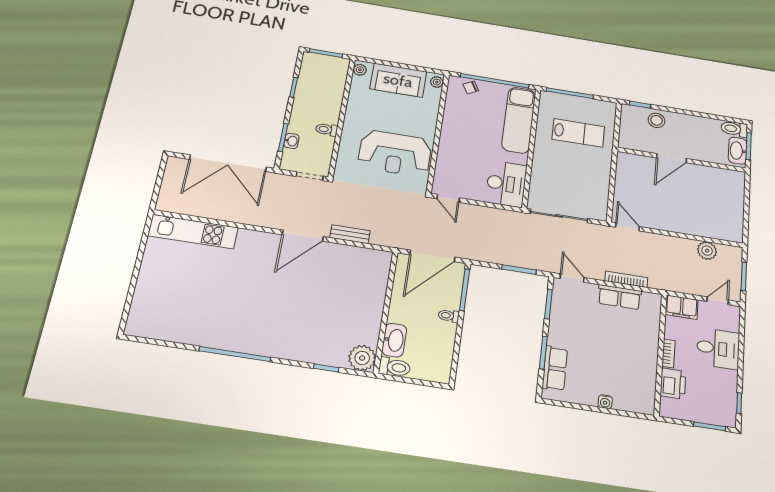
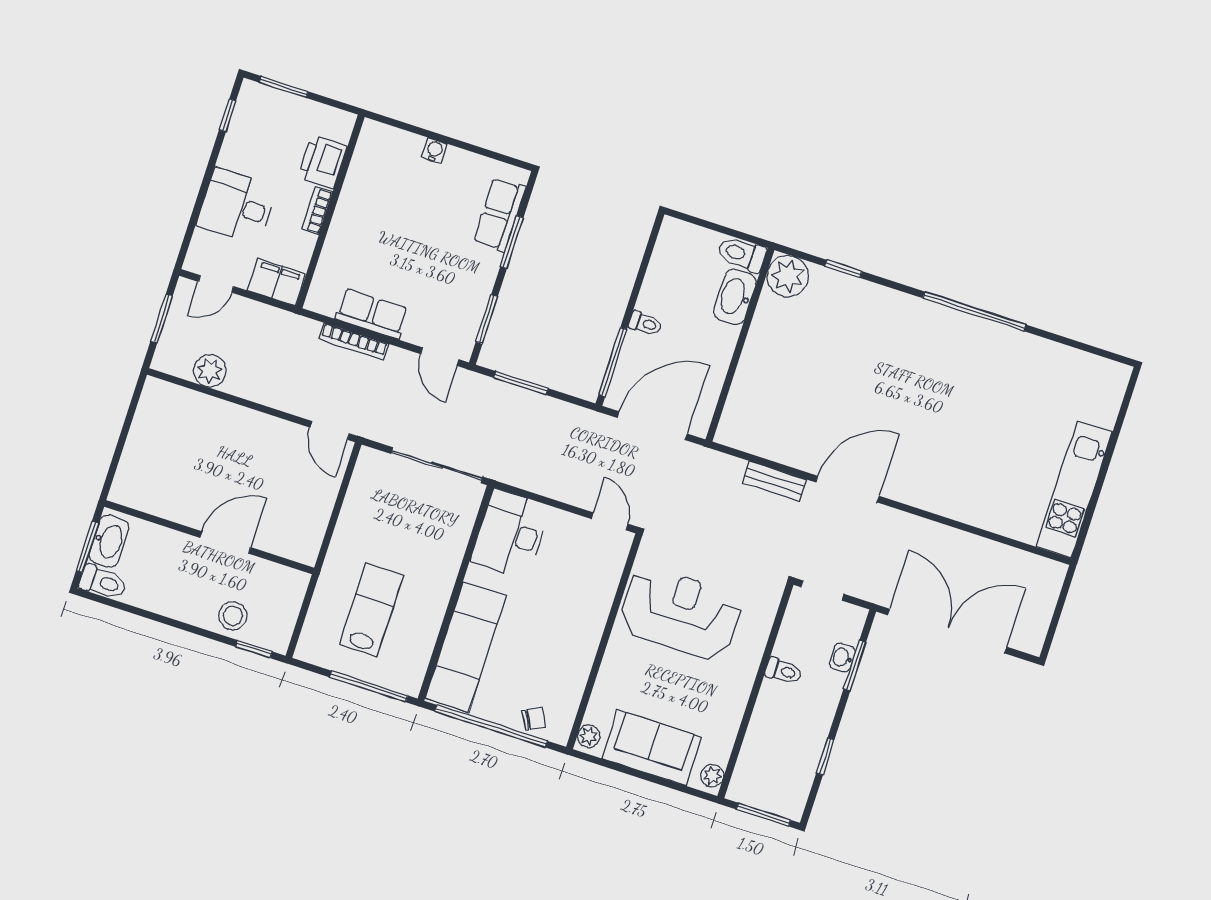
lab bench: (578, 133) -> (371, 610), turned 90
kitchen unit: (193, 232) -> (1074, 489), moved, turned -90

